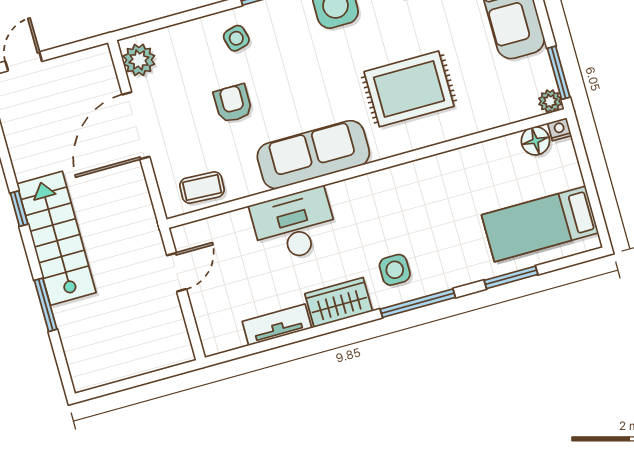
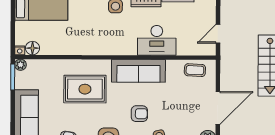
armchair: (233, 103) -> (139, 114), moved, turned -90

